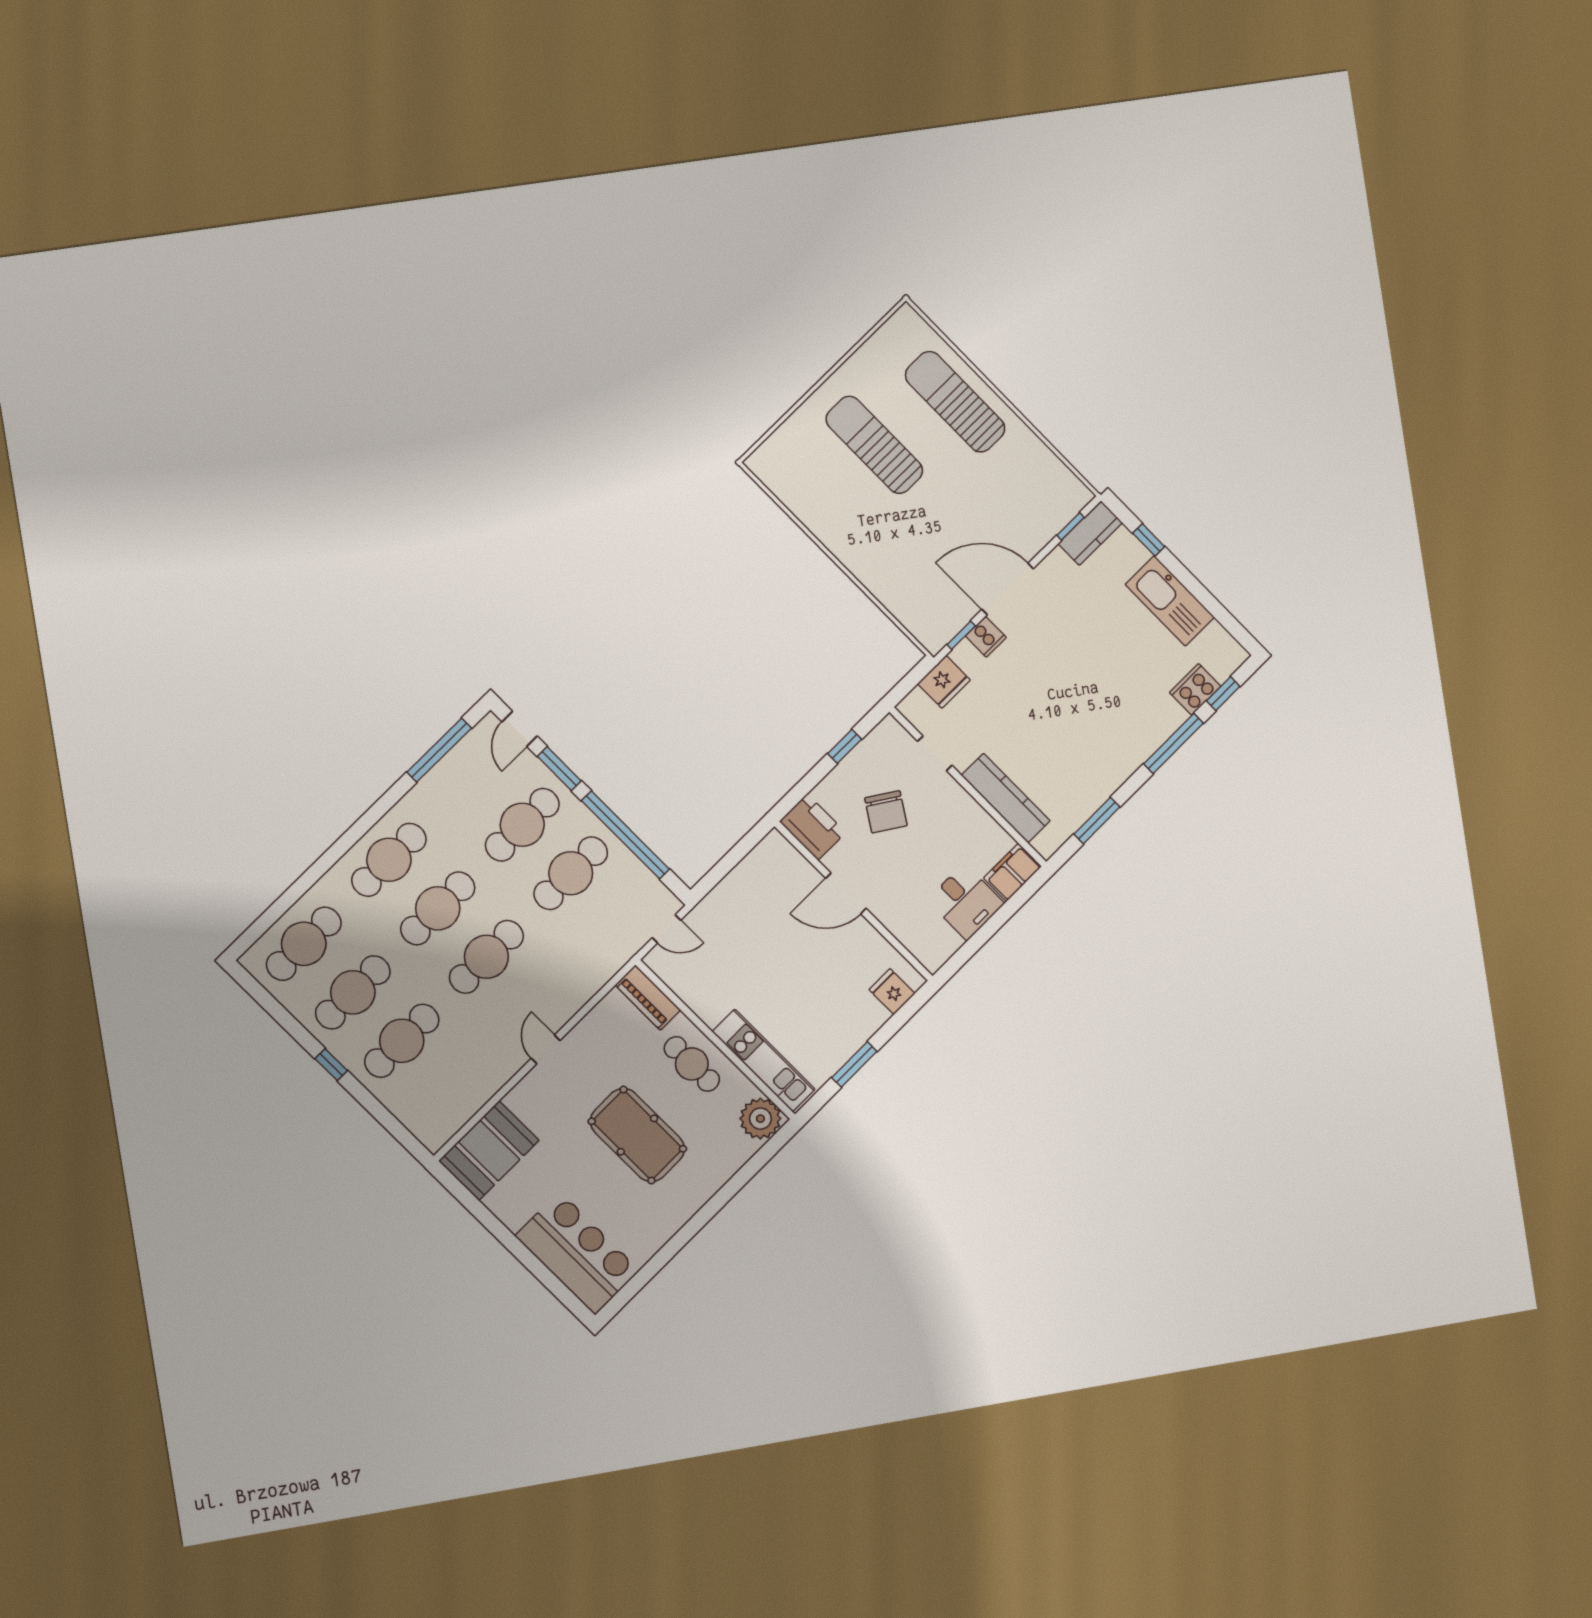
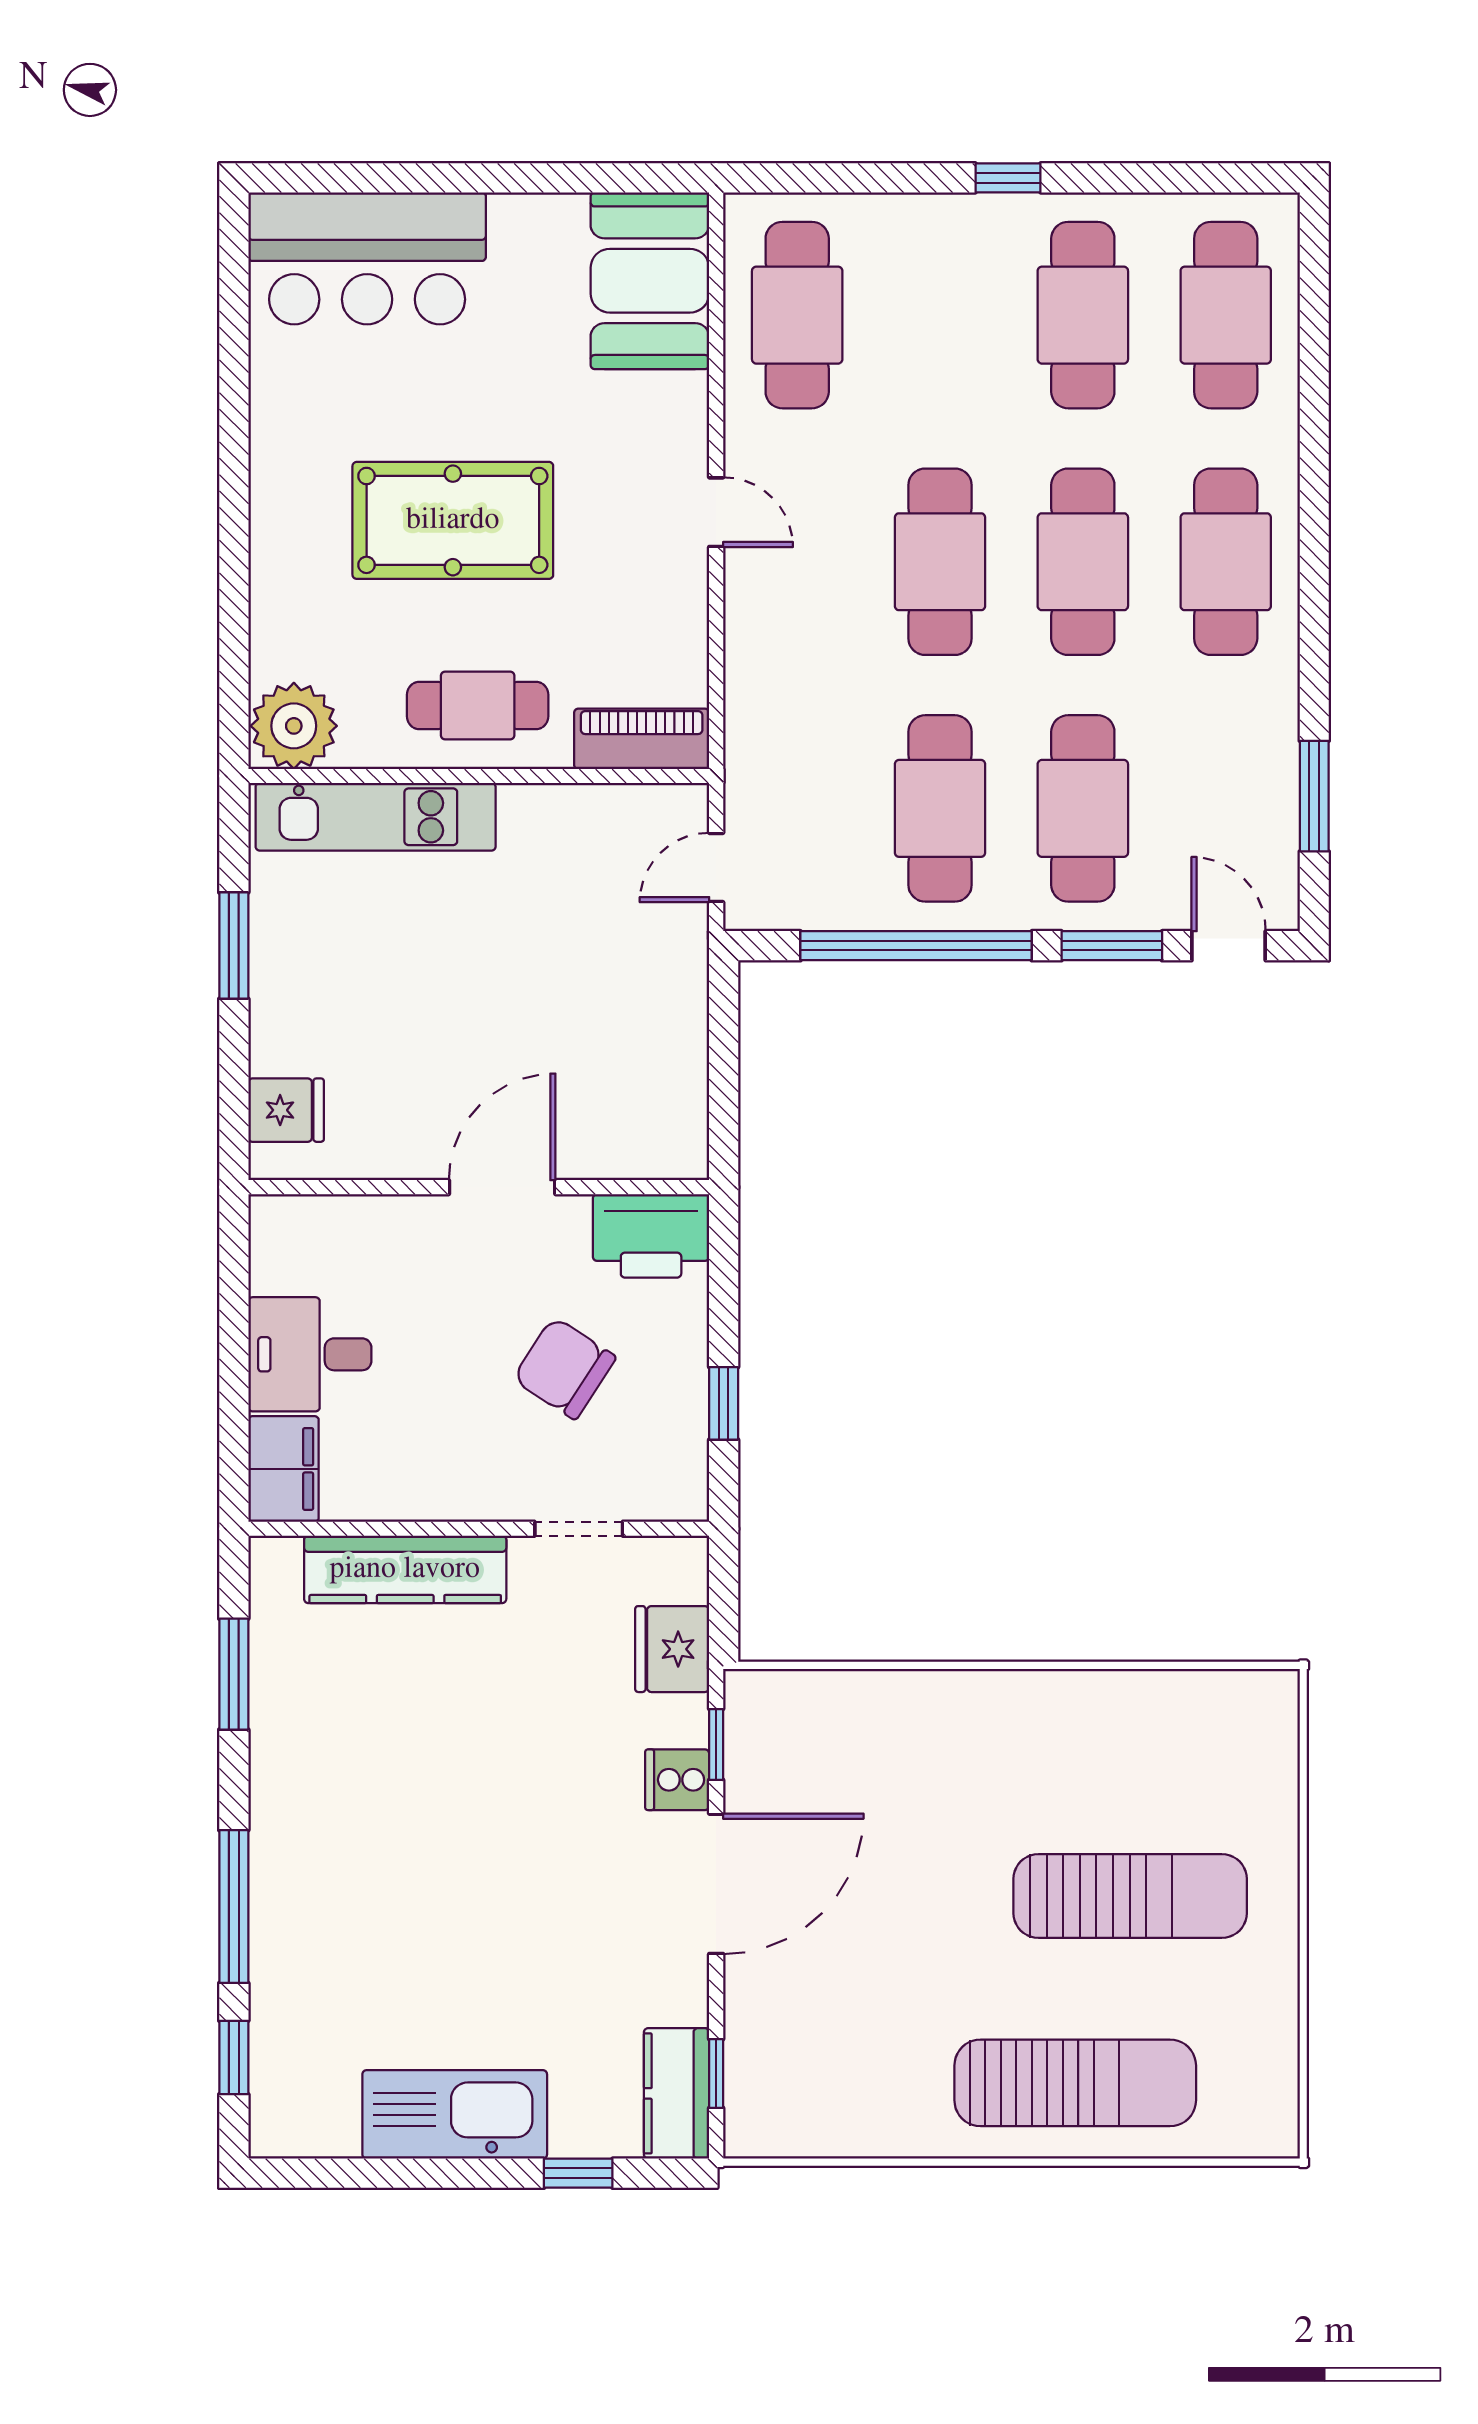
cooker: (1195, 689) -> (283, 2021), removed
window: (439, 750) -> (1314, 796), width x0.69
cafe table: (402, 1041) -> (797, 315), moved

